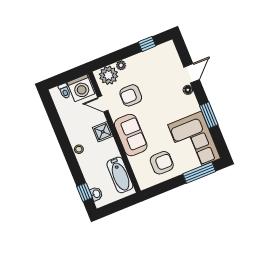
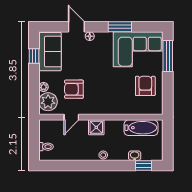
washing machine: (81, 88) -> (49, 131), removed
armchair: (131, 95) -> (74, 89), turned 90
sofa: (131, 135) -> (50, 52), moved, turned 90
washbasin: (96, 194) -> (135, 156), moved

